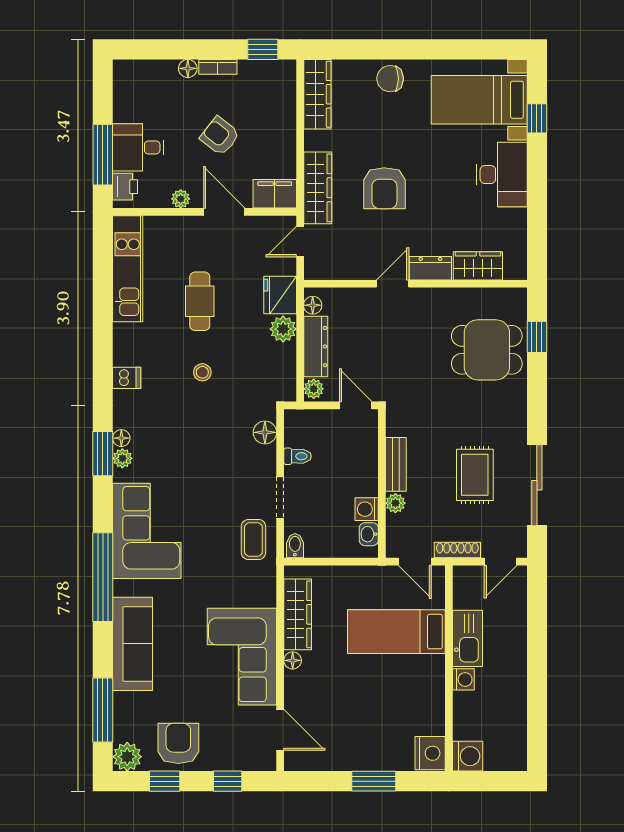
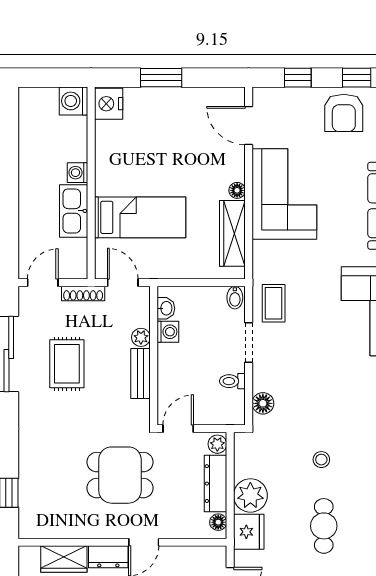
plant: (283, 329) -> (250, 495), width x1.36, depth x1.36
dining table: (487, 350) -> (120, 475), moved
door: (356, 405) -> (178, 429), swing flipped

